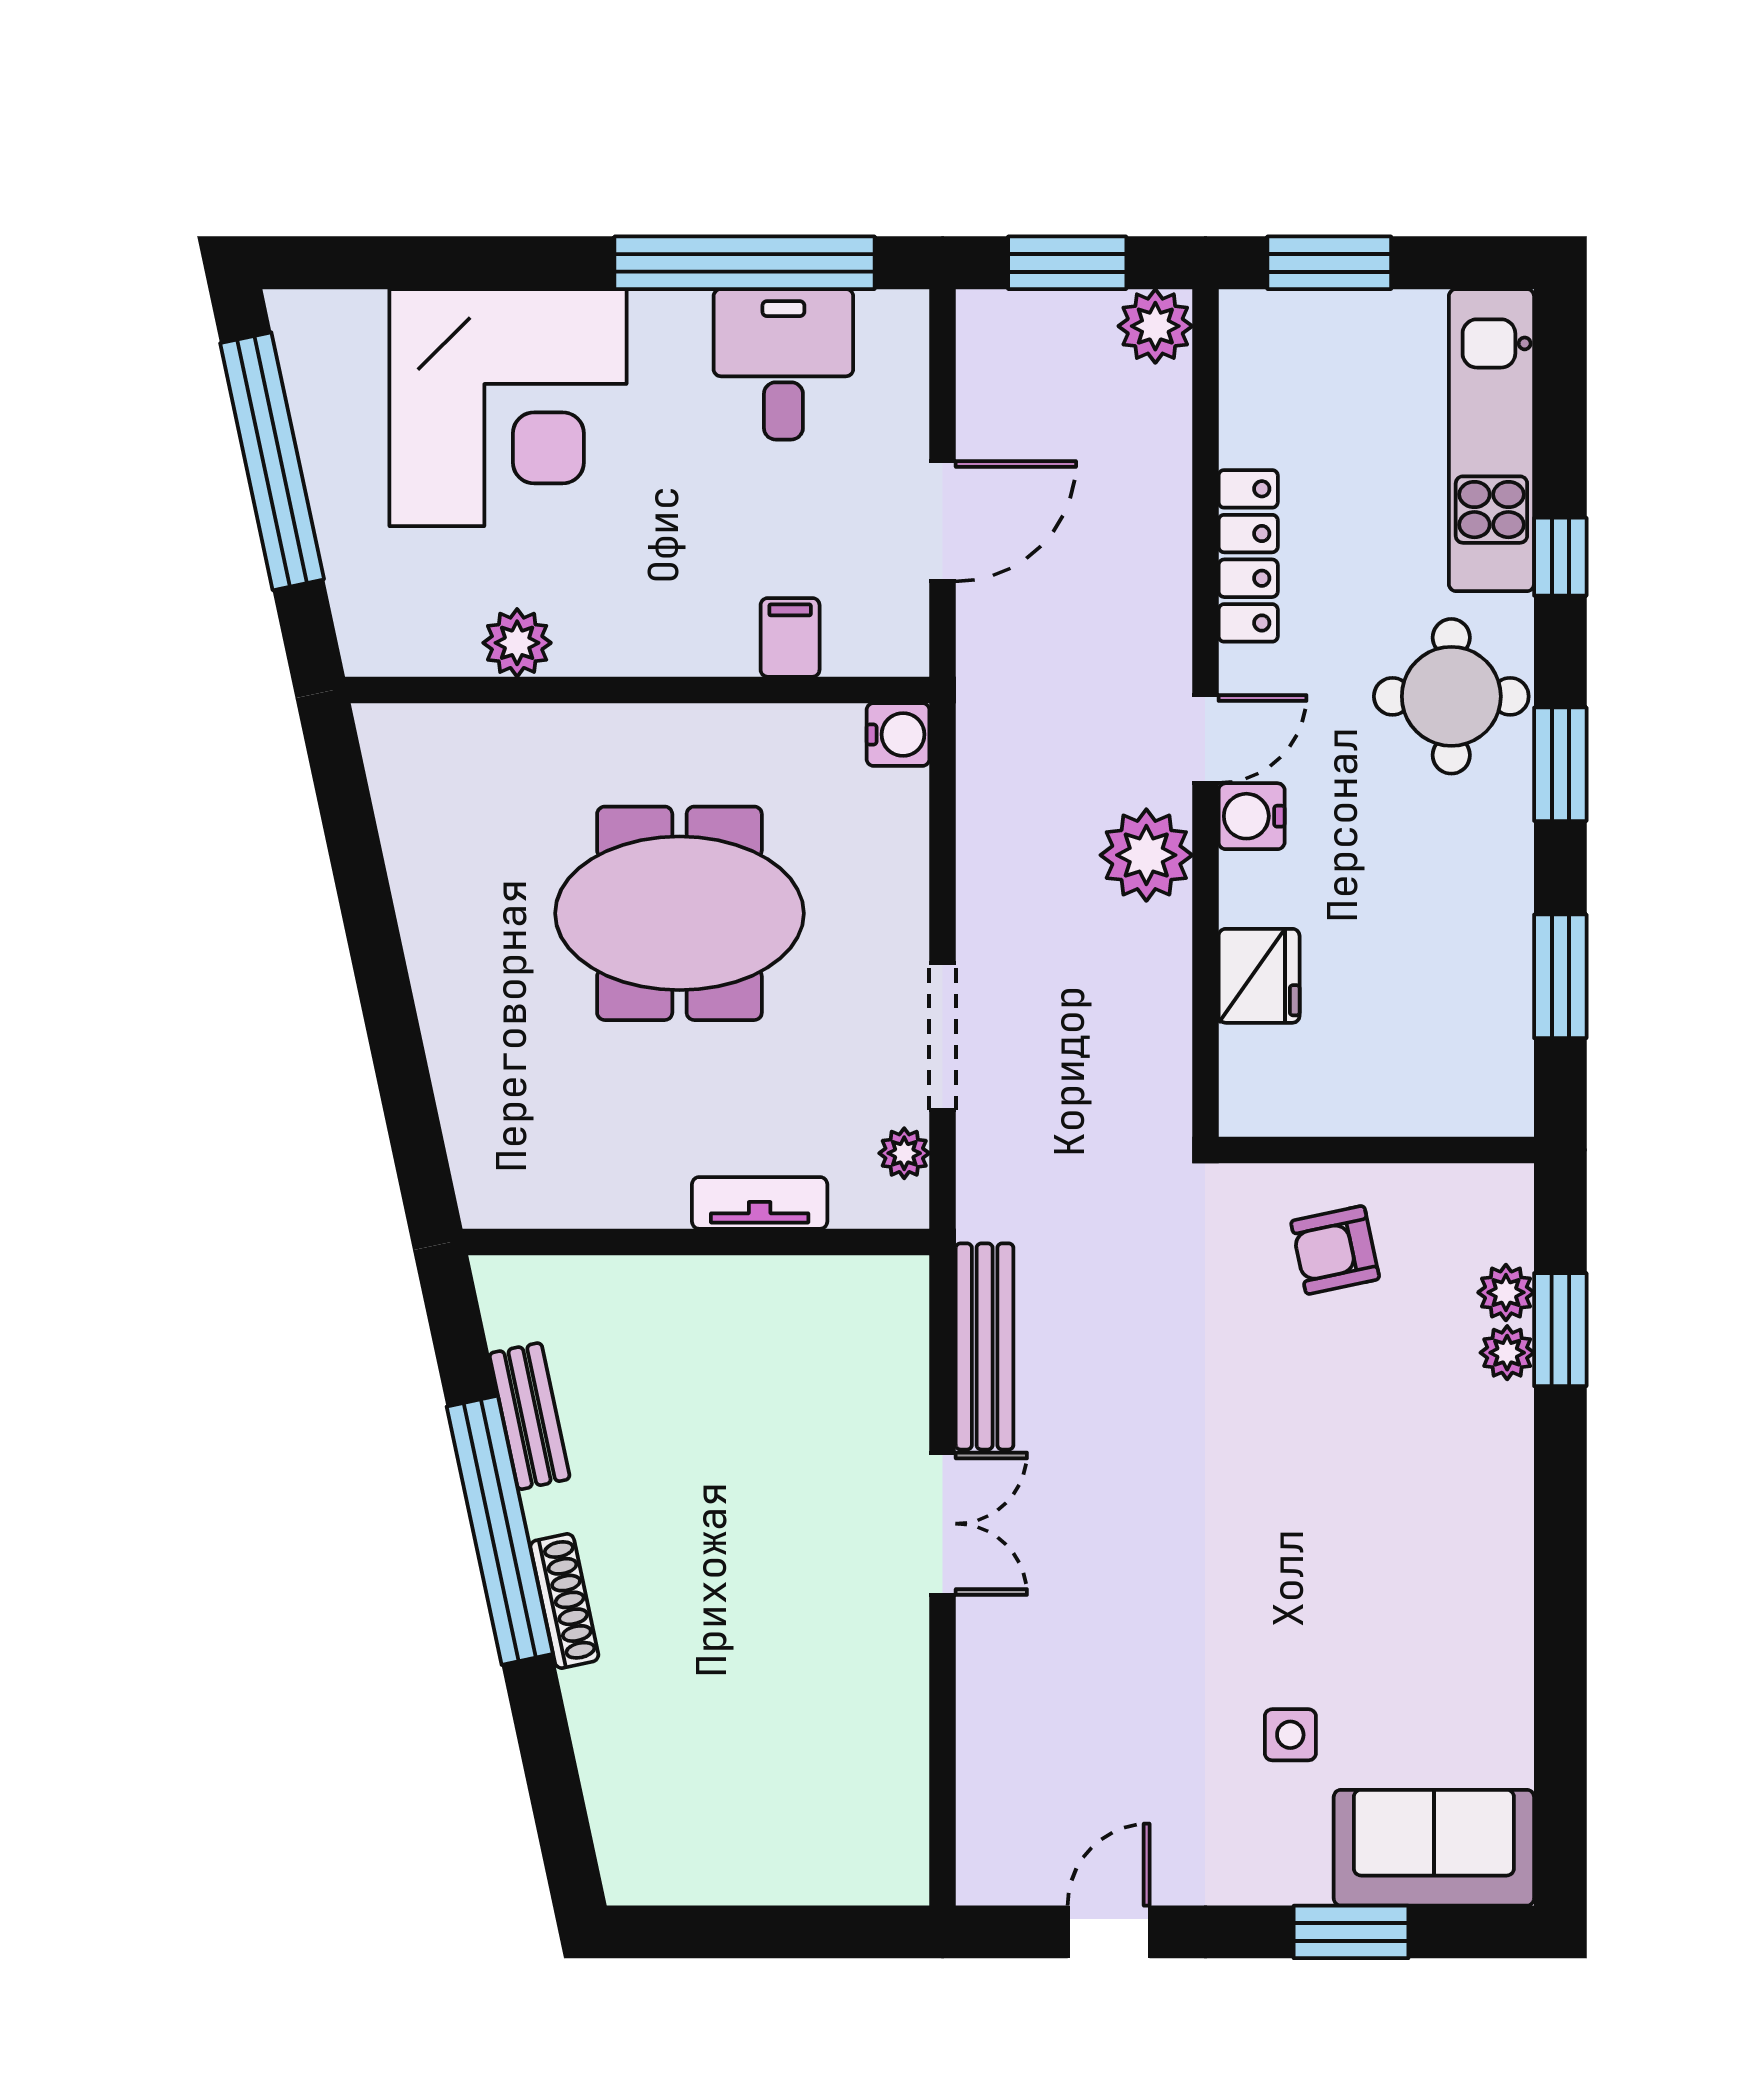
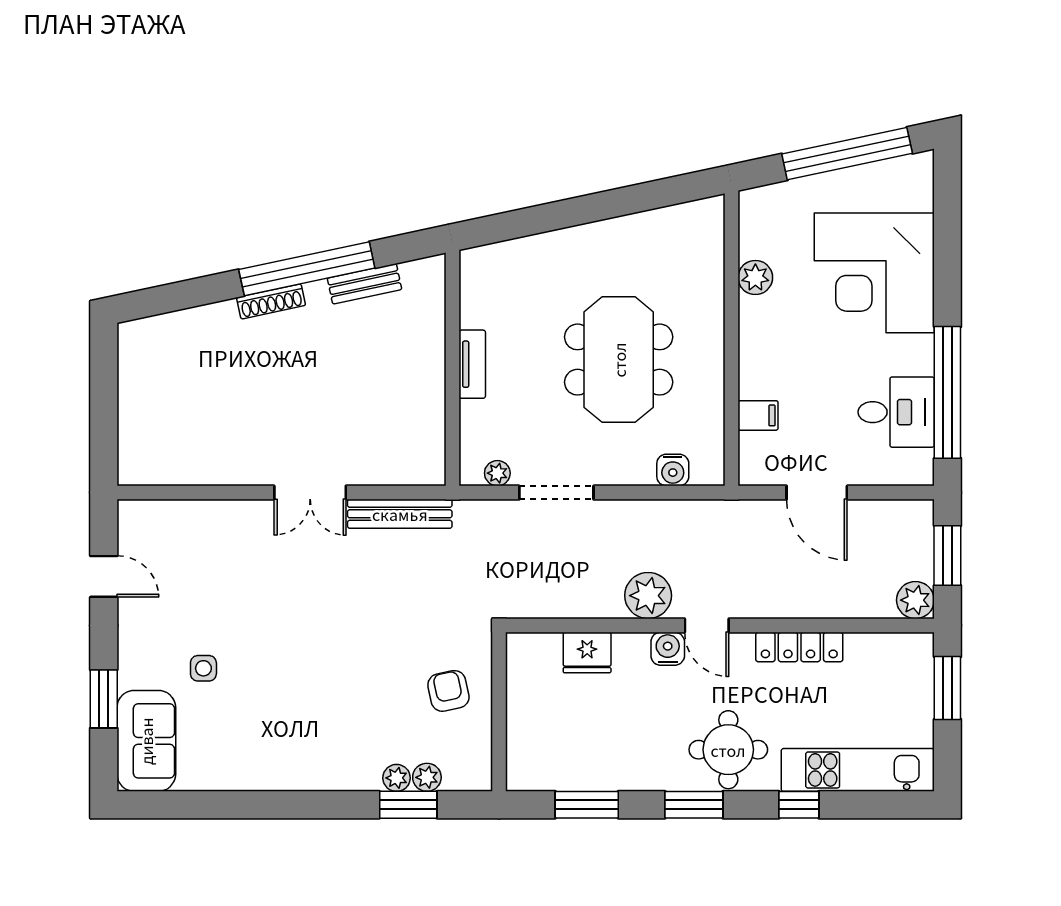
water cooler: (898, 734) -> (673, 470), moved
tv unit: (760, 1203) -> (472, 364), moved

